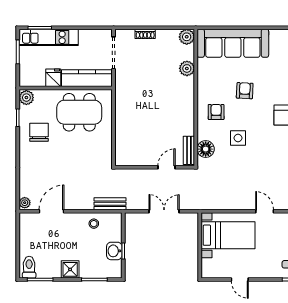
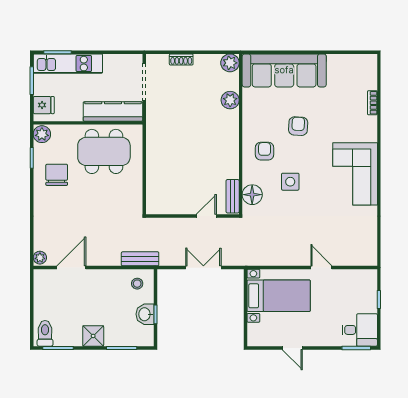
fridge: (53, 78) -> (44, 105), moved, turned 90
stool: (94, 224) -> (137, 284), moved

